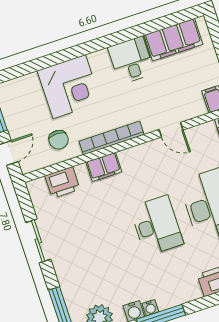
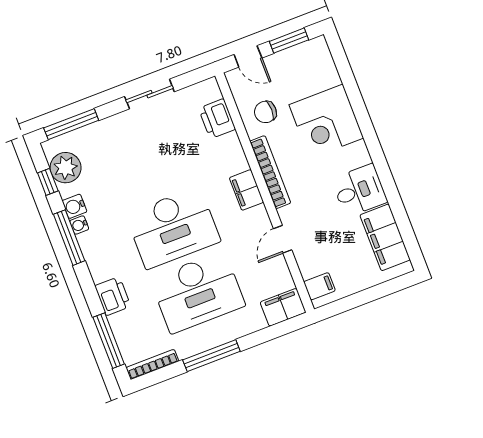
filing cabinet: (104, 167) -> (246, 190), moved
desk: (157, 226) -> (173, 228), width x1.36, depth x1.30

